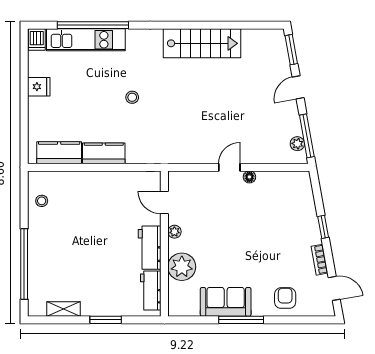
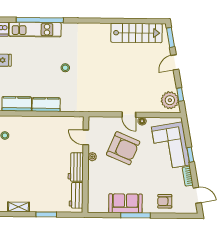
stairs: (202, 43) -> (136, 33), moved
window: (307, 136) -> (180, 94), width x0.46
plant: (297, 144) -> (170, 100), width x1.88, depth x1.88
door: (229, 167) -> (129, 115), swing flipped
corner sofa: (293, 214) -> (171, 146), added
armchair: (221, 218) -> (123, 148), added
plant: (182, 267) -> (97, 180), removed
armchair: (285, 298) -> (165, 201), turned -90

